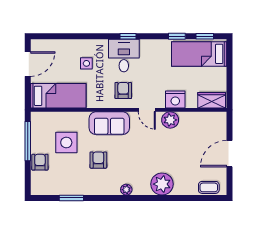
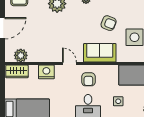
plant: (170, 120) -> (21, 55), moved
armchair: (98, 160) -> (109, 23), turned -69

